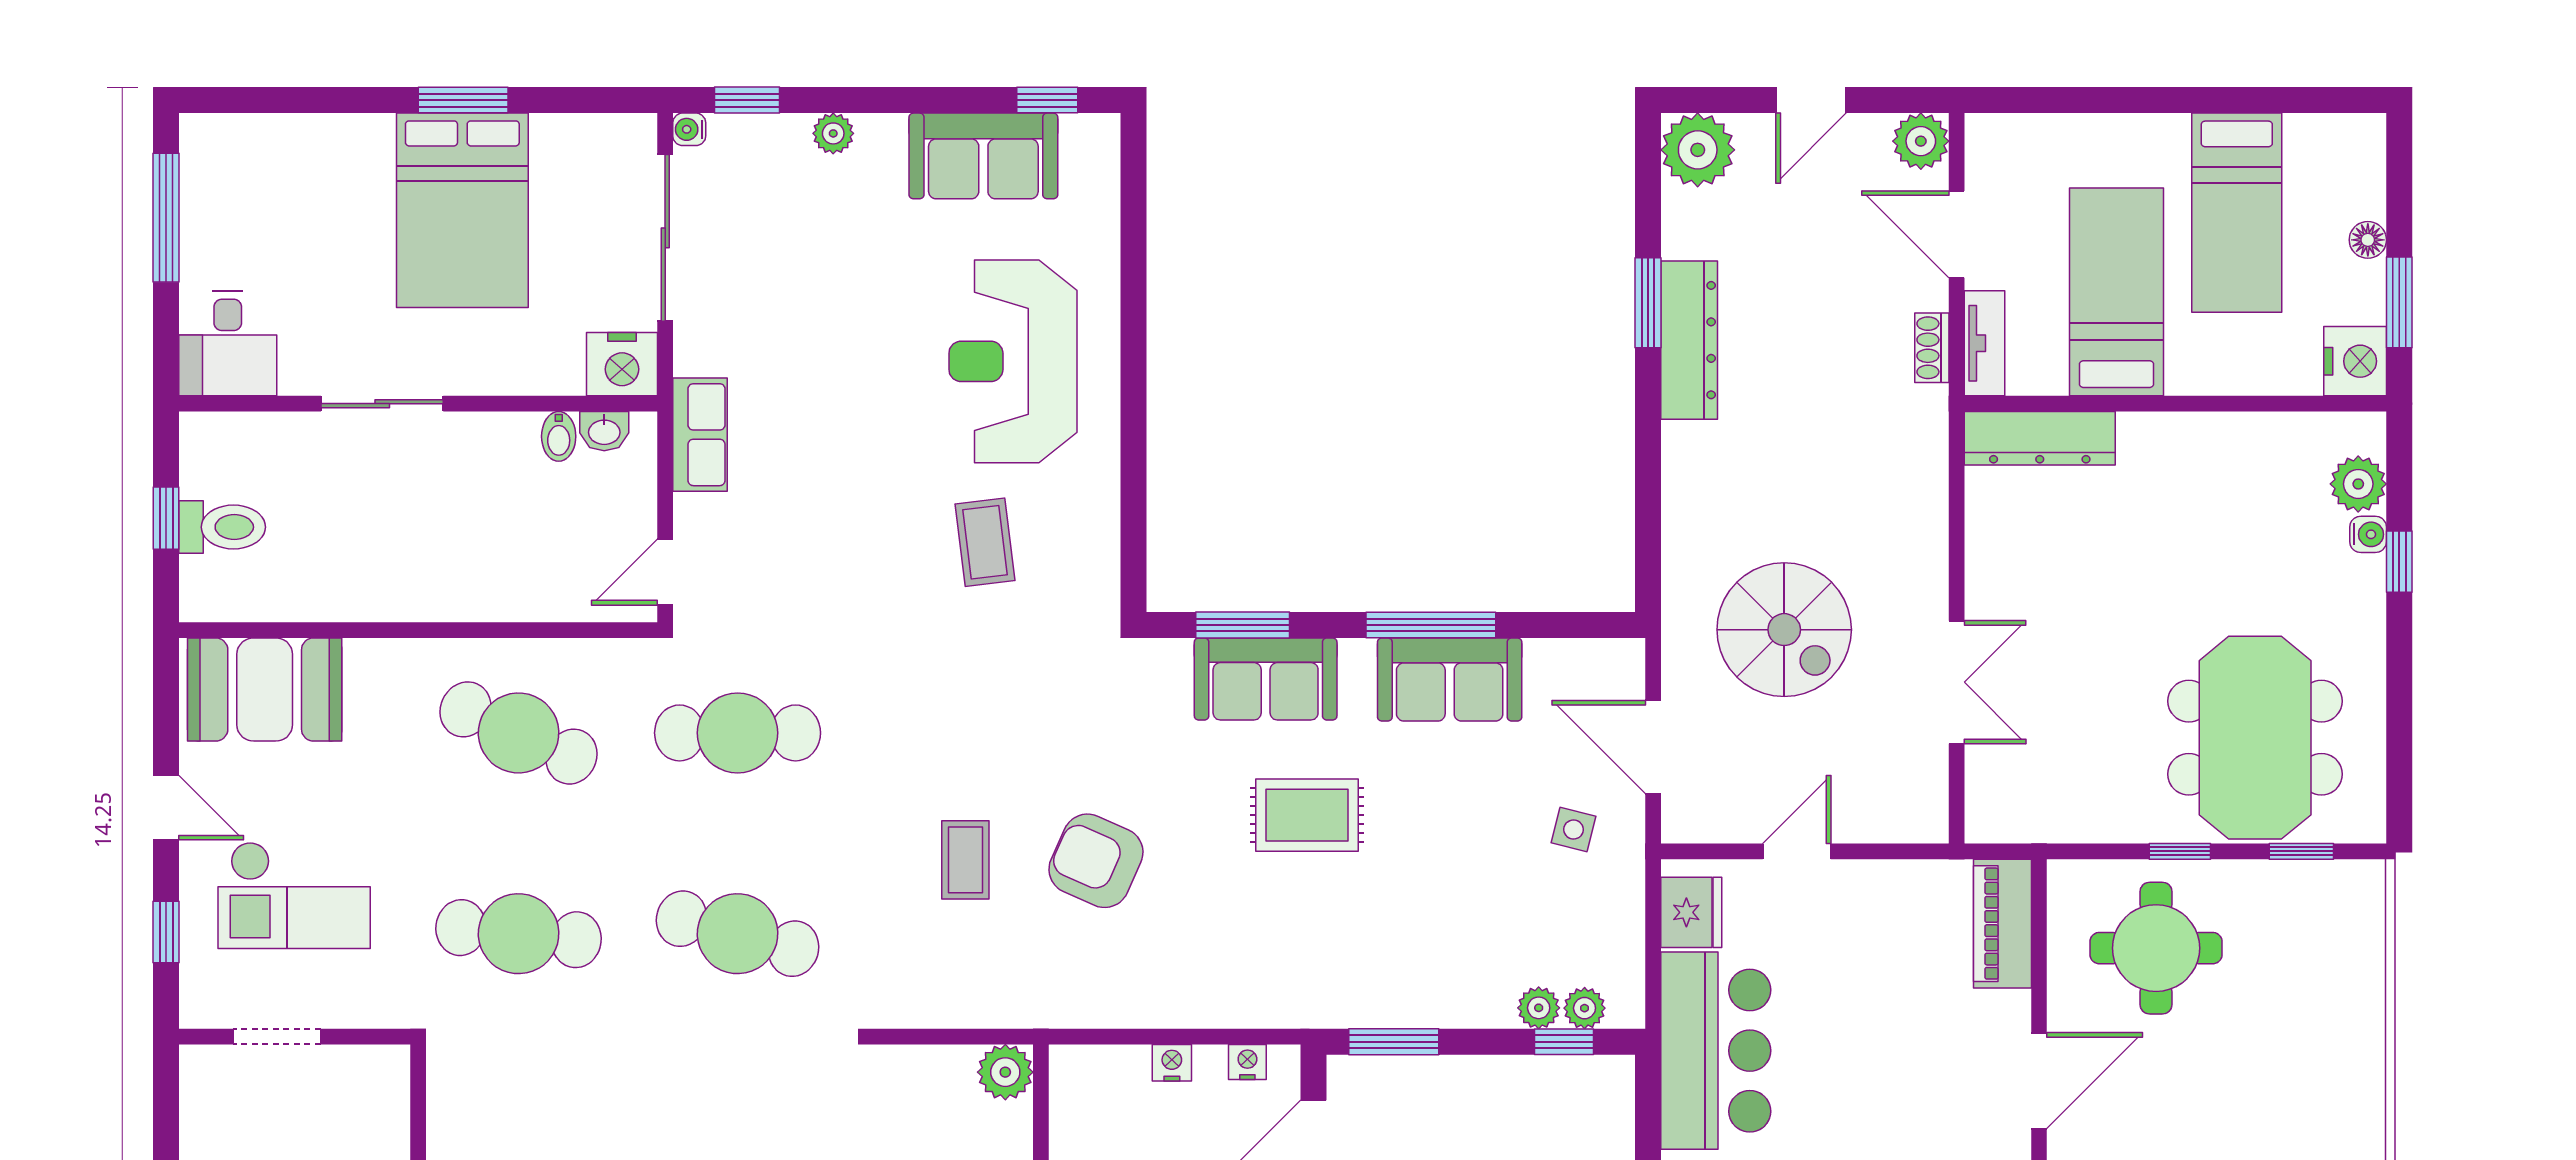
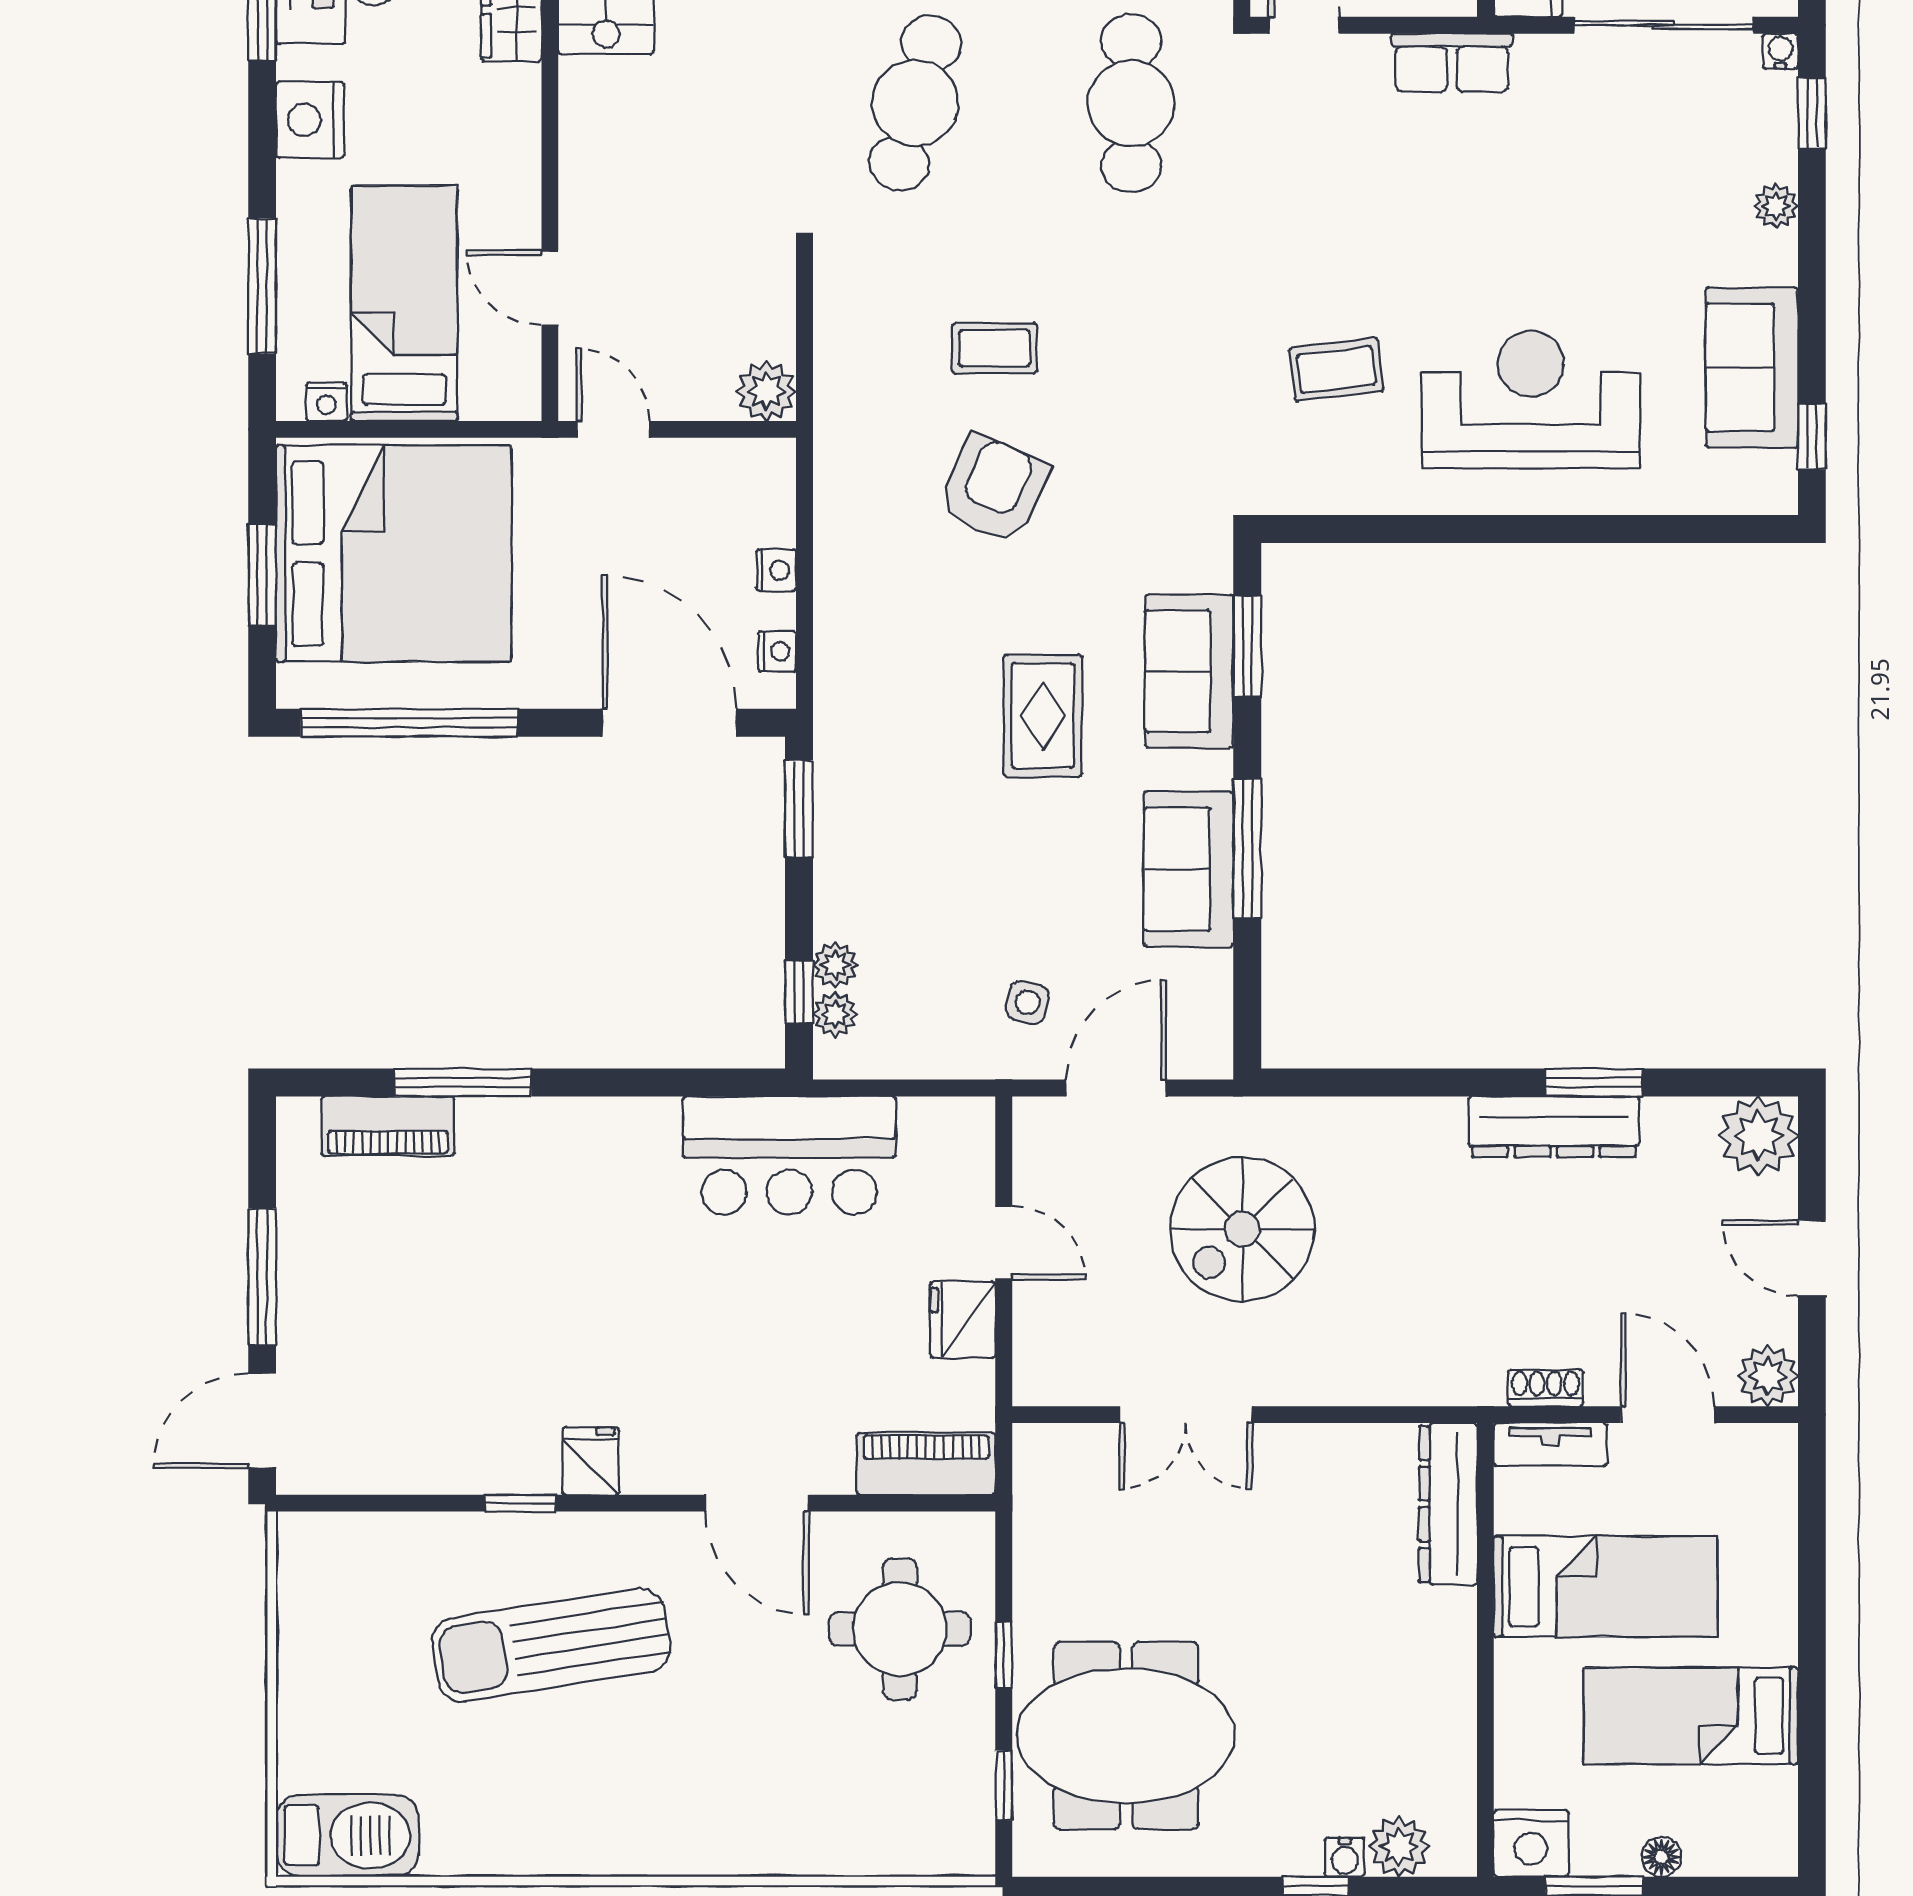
door: (1957, 234) -> (1668, 1415), hinge flipped
fridge: (1691, 912) -> (963, 1320), moved, turned 90

